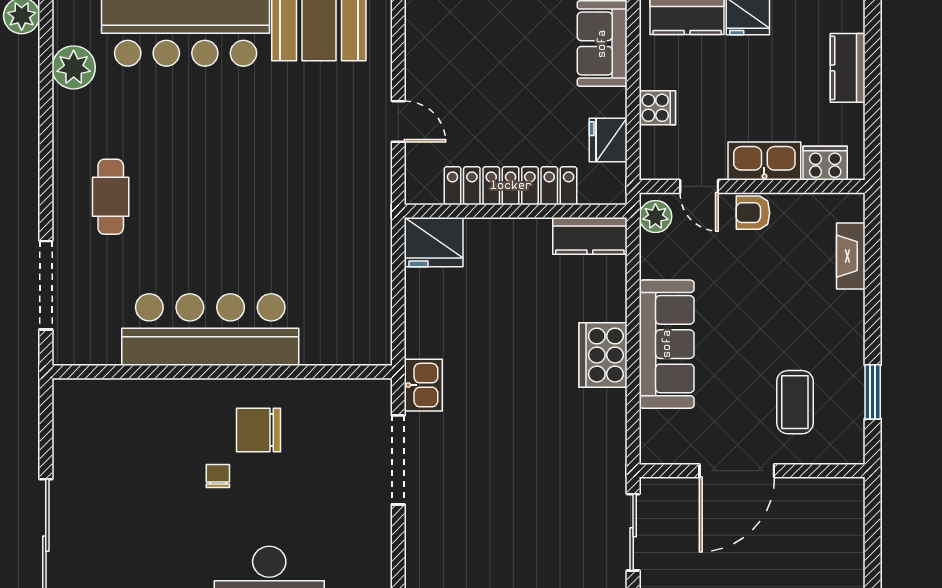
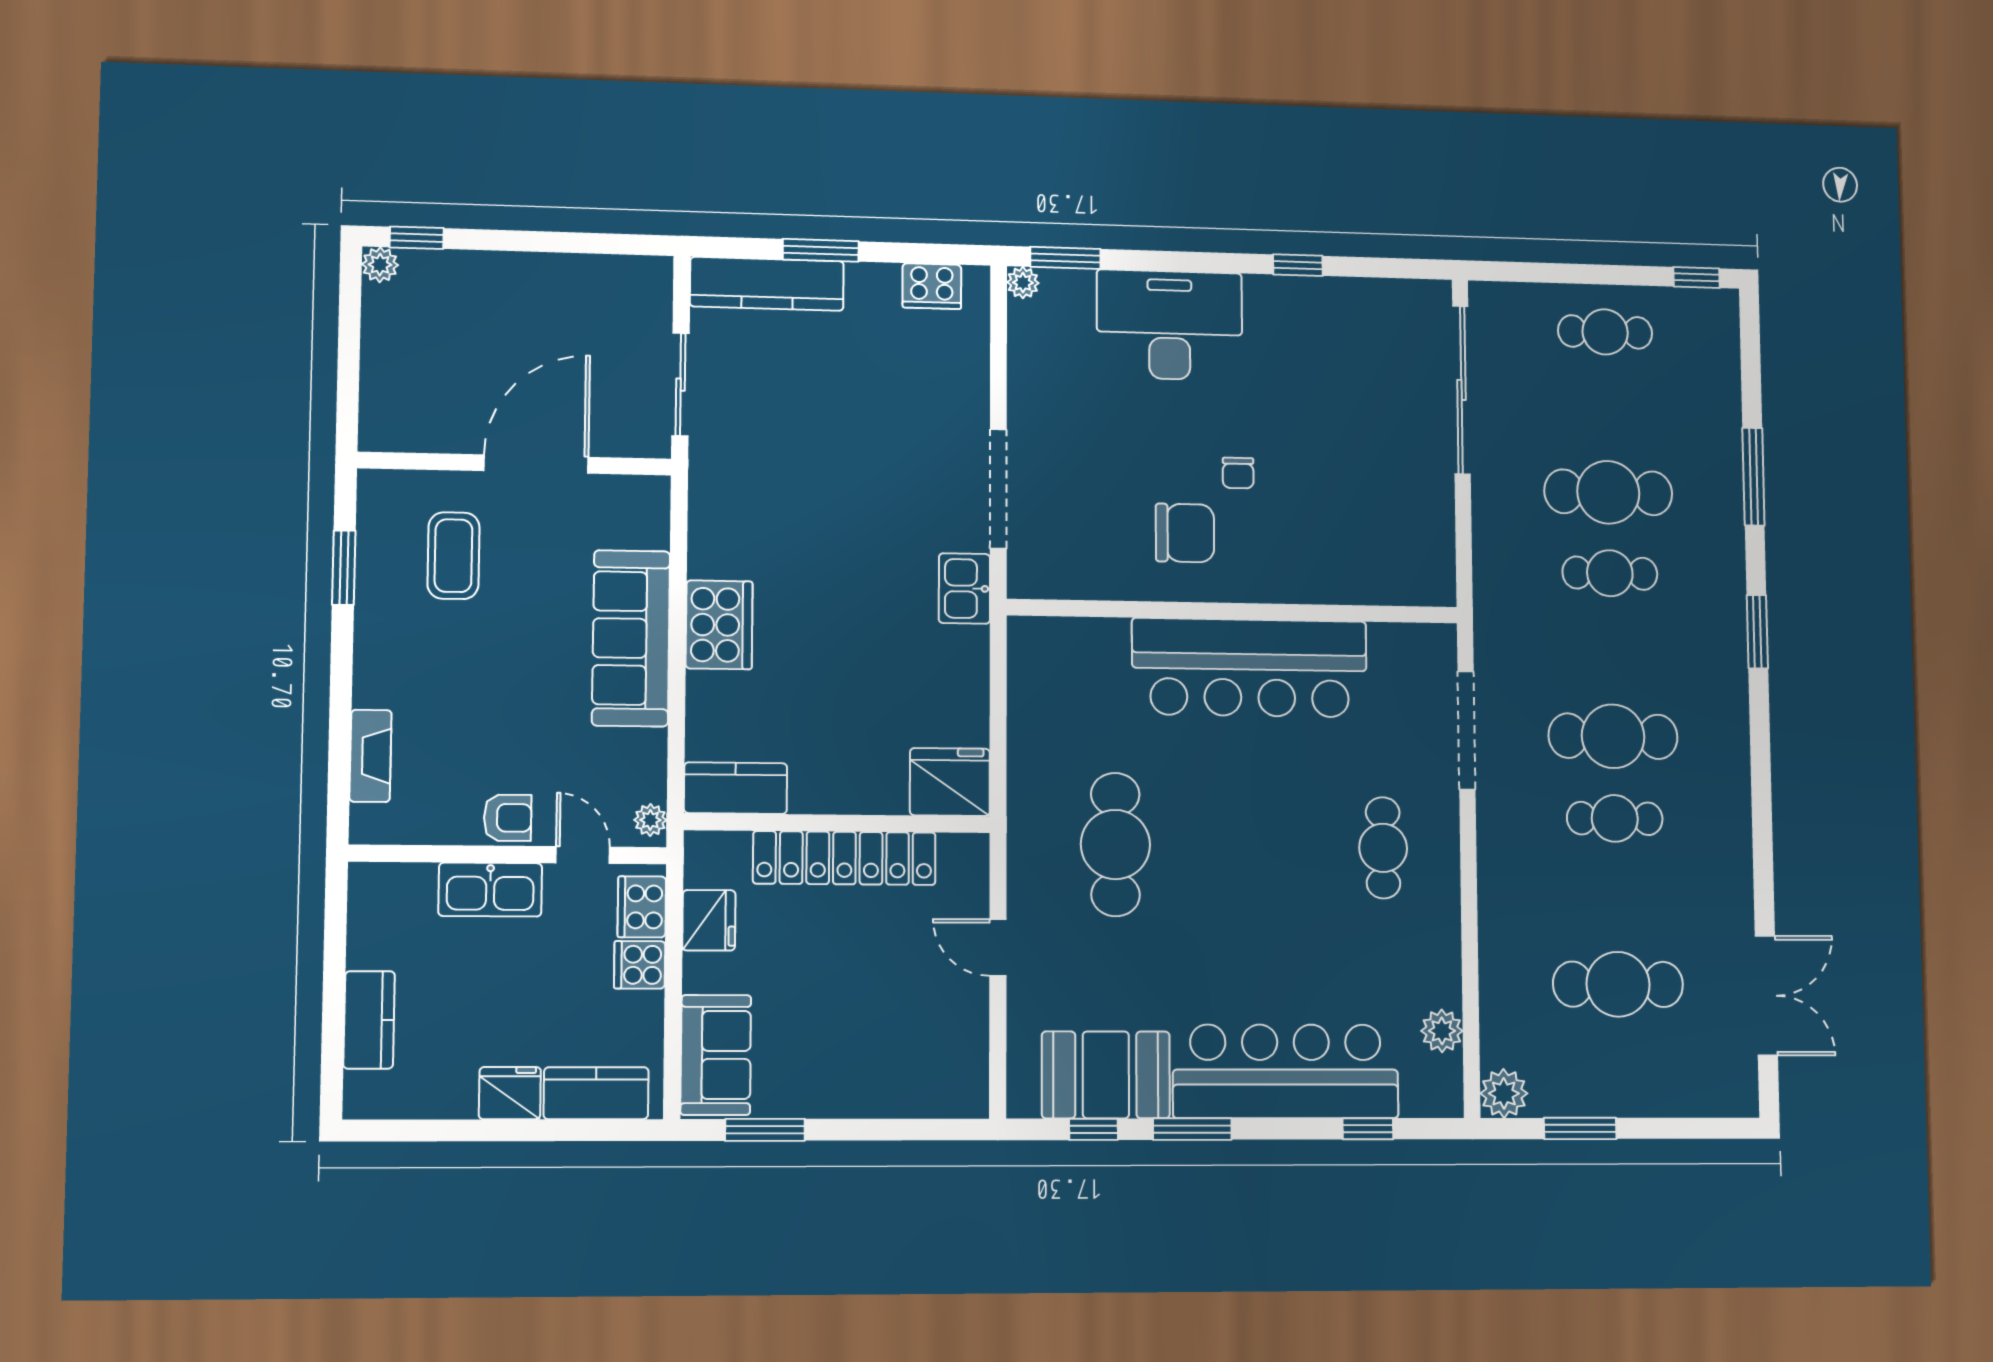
plant: (74, 67) -> (1442, 1031), width x0.73, depth x0.73
cooker: (825, 163) -> (642, 907), moved, turned 90
cafe table: (311, 197) -> (1115, 844), added
plant: (655, 216) -> (650, 820), width x0.73, depth x0.73

